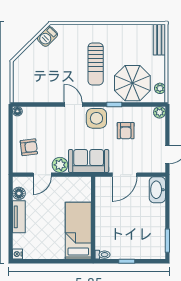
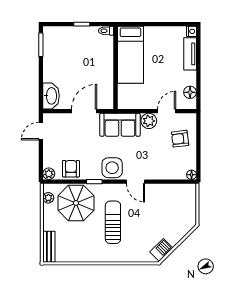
armchair: (126, 131) -> (71, 169), moved
tv unit: (19, 217) -> (190, 54), moved

